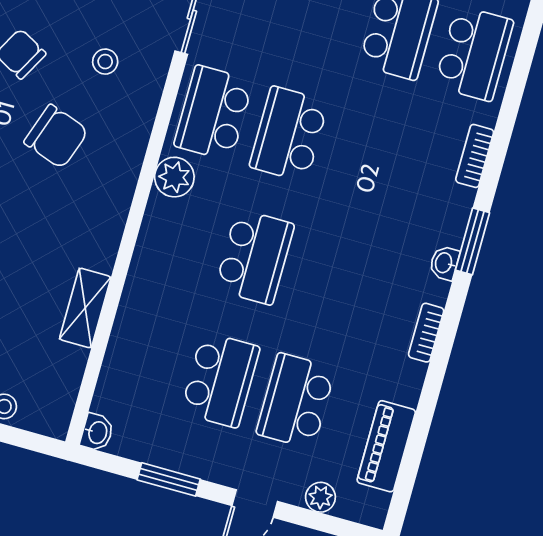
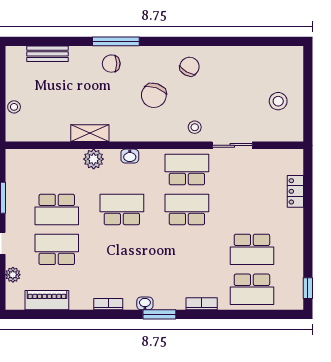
stool: (105, 62) -> (195, 127), moved
plant: (174, 177) -> (94, 159), moved
school desk: (255, 257) -> (122, 209), turned 180
shelving: (85, 308) -> (90, 133), moved
washbasin: (97, 432) -> (130, 156), moved

